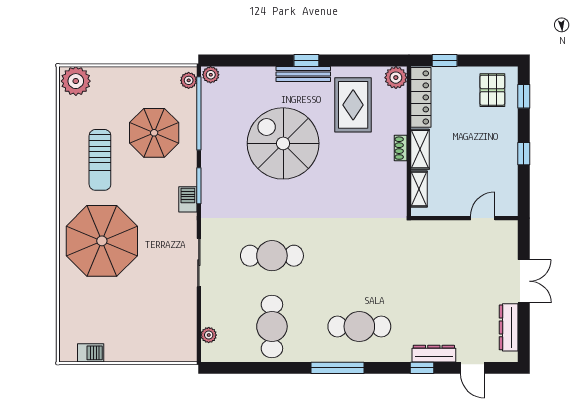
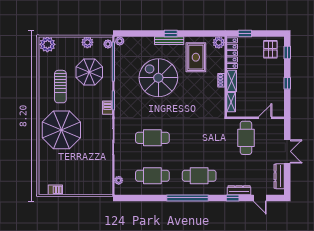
plant: (150, 77) -> (87, 42), added
cafe table: (447, 256) -> (246, 138), added
cafe table: (272, 326) -> (152, 176), turned 90
window: (337, 368) -> (187, 198), width x1.46

